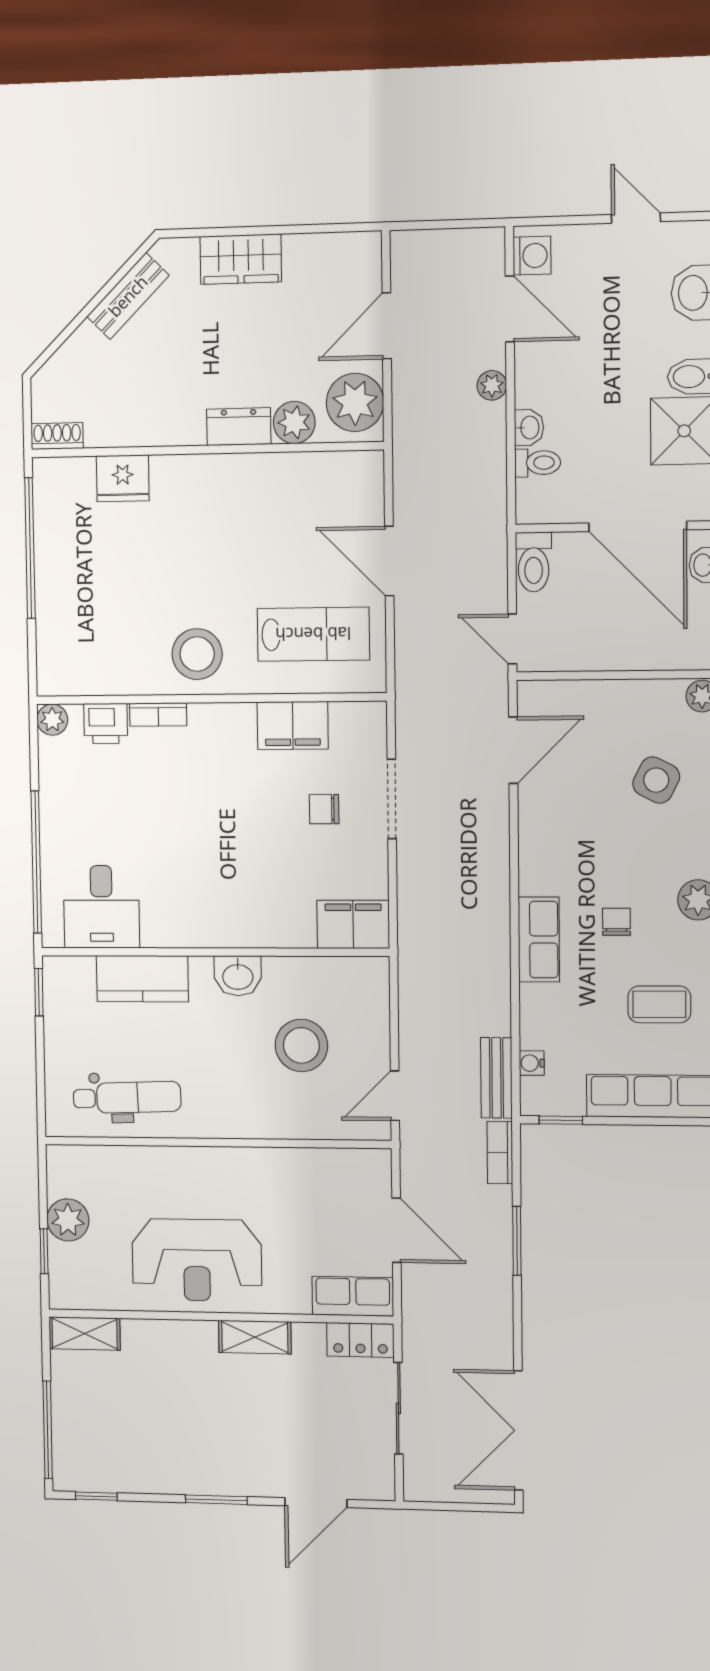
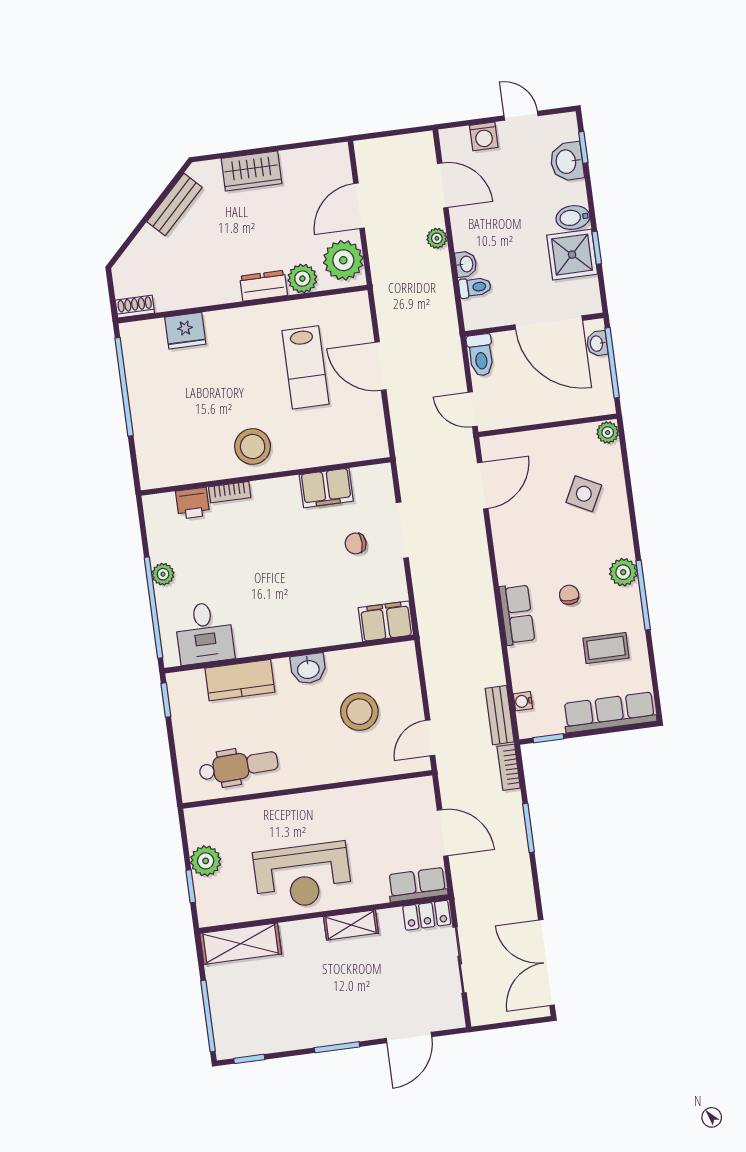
washing machine: (532, 256) -> (484, 136), moved, turned 90
lab bench: (313, 634) -> (305, 367), moved, turned 90
plant: (52, 720) -> (163, 574), moved
shelving: (85, 1334) -> (241, 944), width x1.50, depth x1.33

